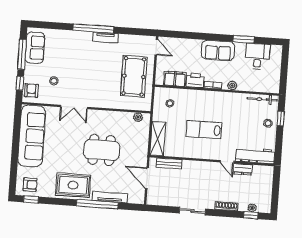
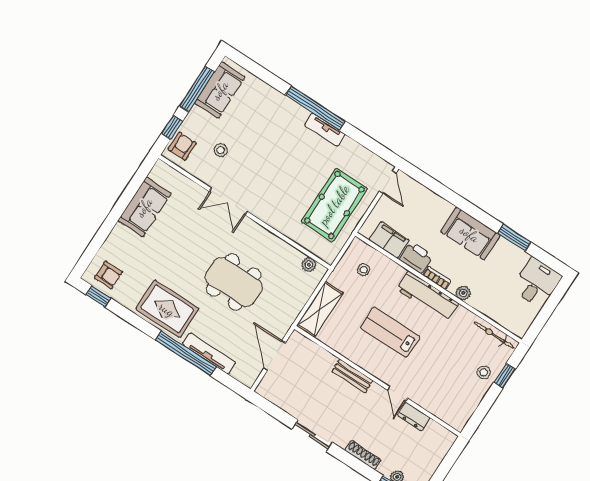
desk: (257, 56) -> (537, 283), moved
sofa: (32, 136) -> (144, 207), width x0.54, depth x0.79
workbench: (255, 155) -> (428, 296), moved, turned 180
bench: (169, 164) -> (352, 376), moved

